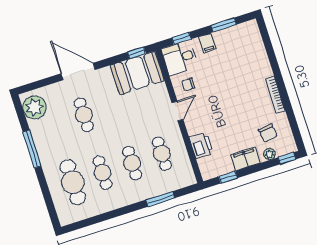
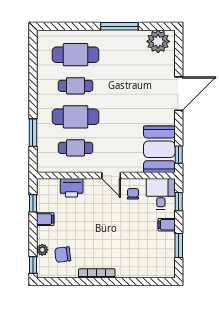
cafe table: (84, 115) -> (136, 86), removed
filing cabinet: (245, 159) -> (45, 219), width x0.50
cafe table: (132, 163) -> (76, 117), width x1.37, depth x1.35

